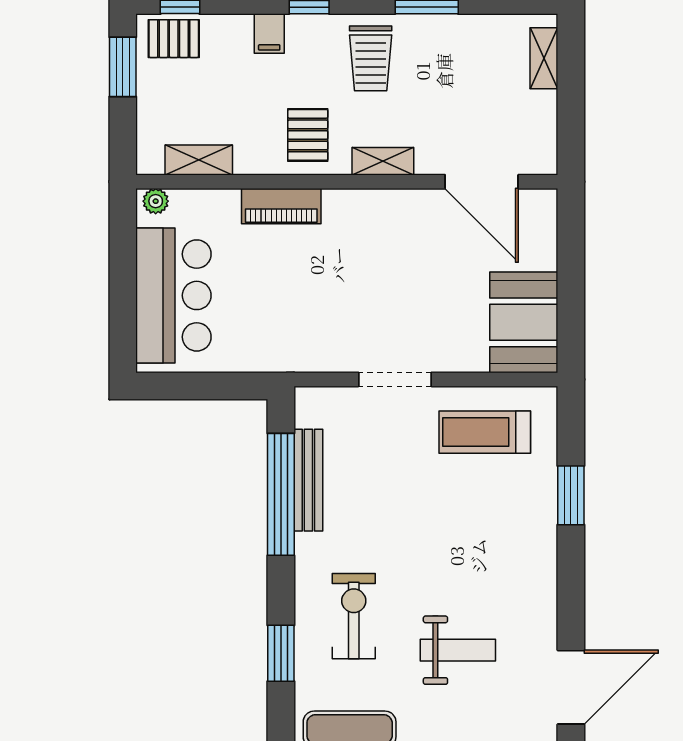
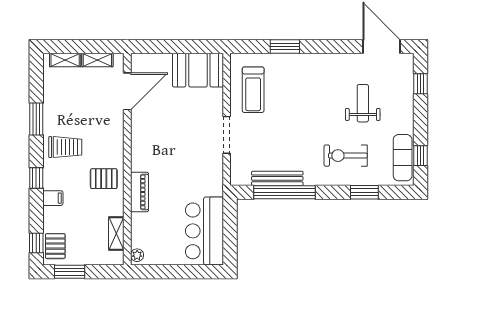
shelving: (383, 161) -> (97, 60), moved, turned 90
bar counter: (173, 295) -> (204, 231), moved, turned -90

